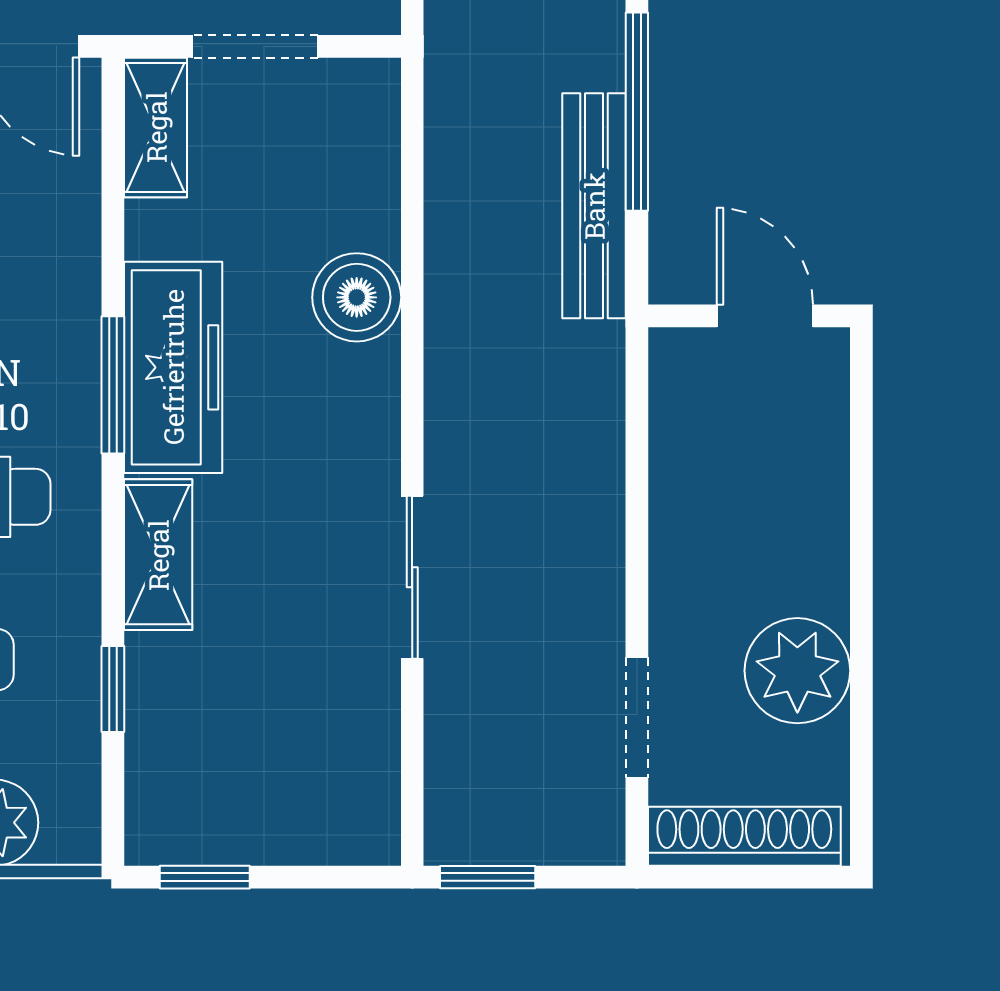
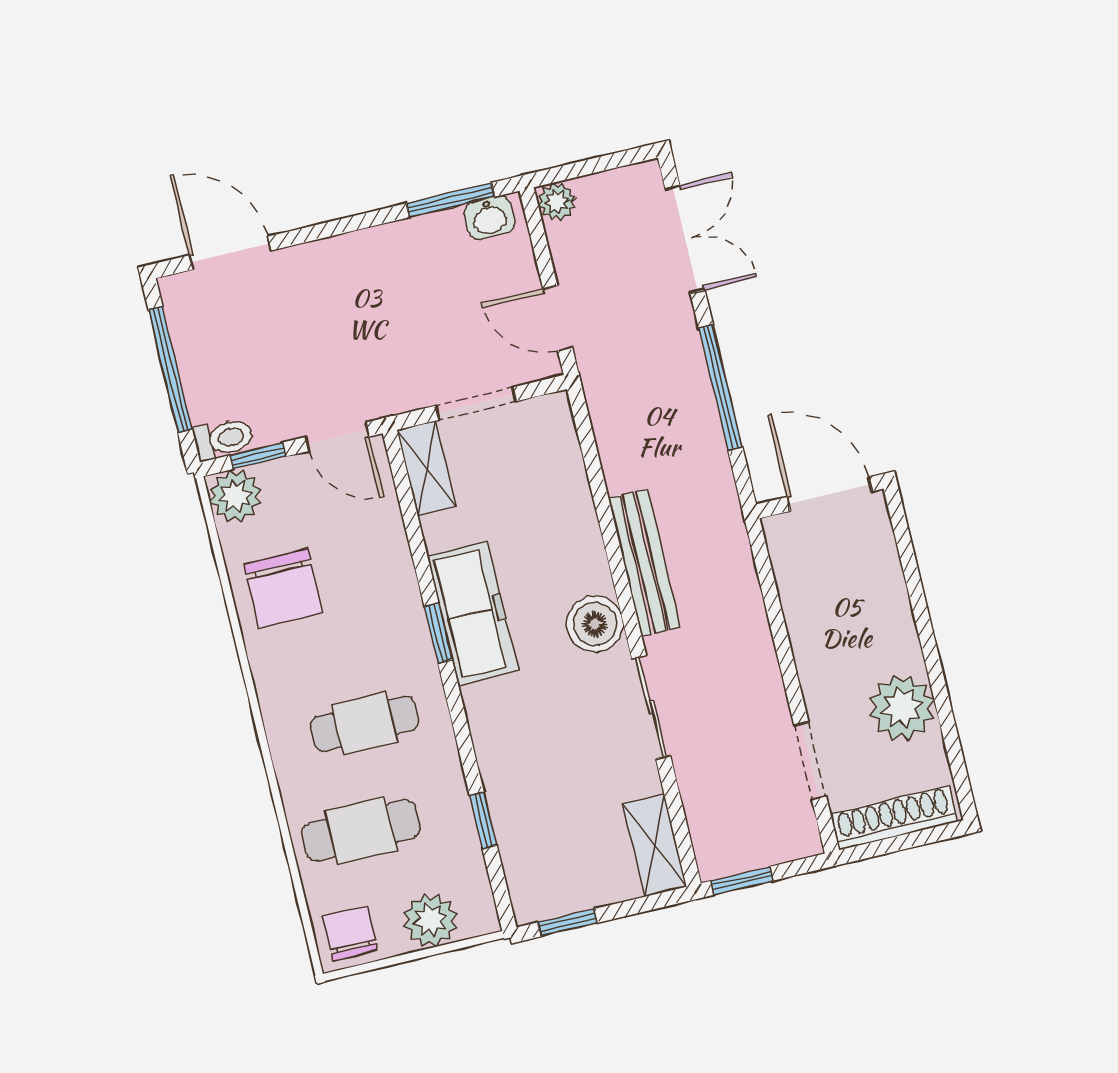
bench: (594, 206) -> (644, 563), moved
boiler: (357, 297) -> (595, 624), moved
door: (765, 316) -> (830, 494), width x1.38
window: (113, 385) -> (438, 633), width x0.67
shelving: (158, 555) -> (655, 845), moved

